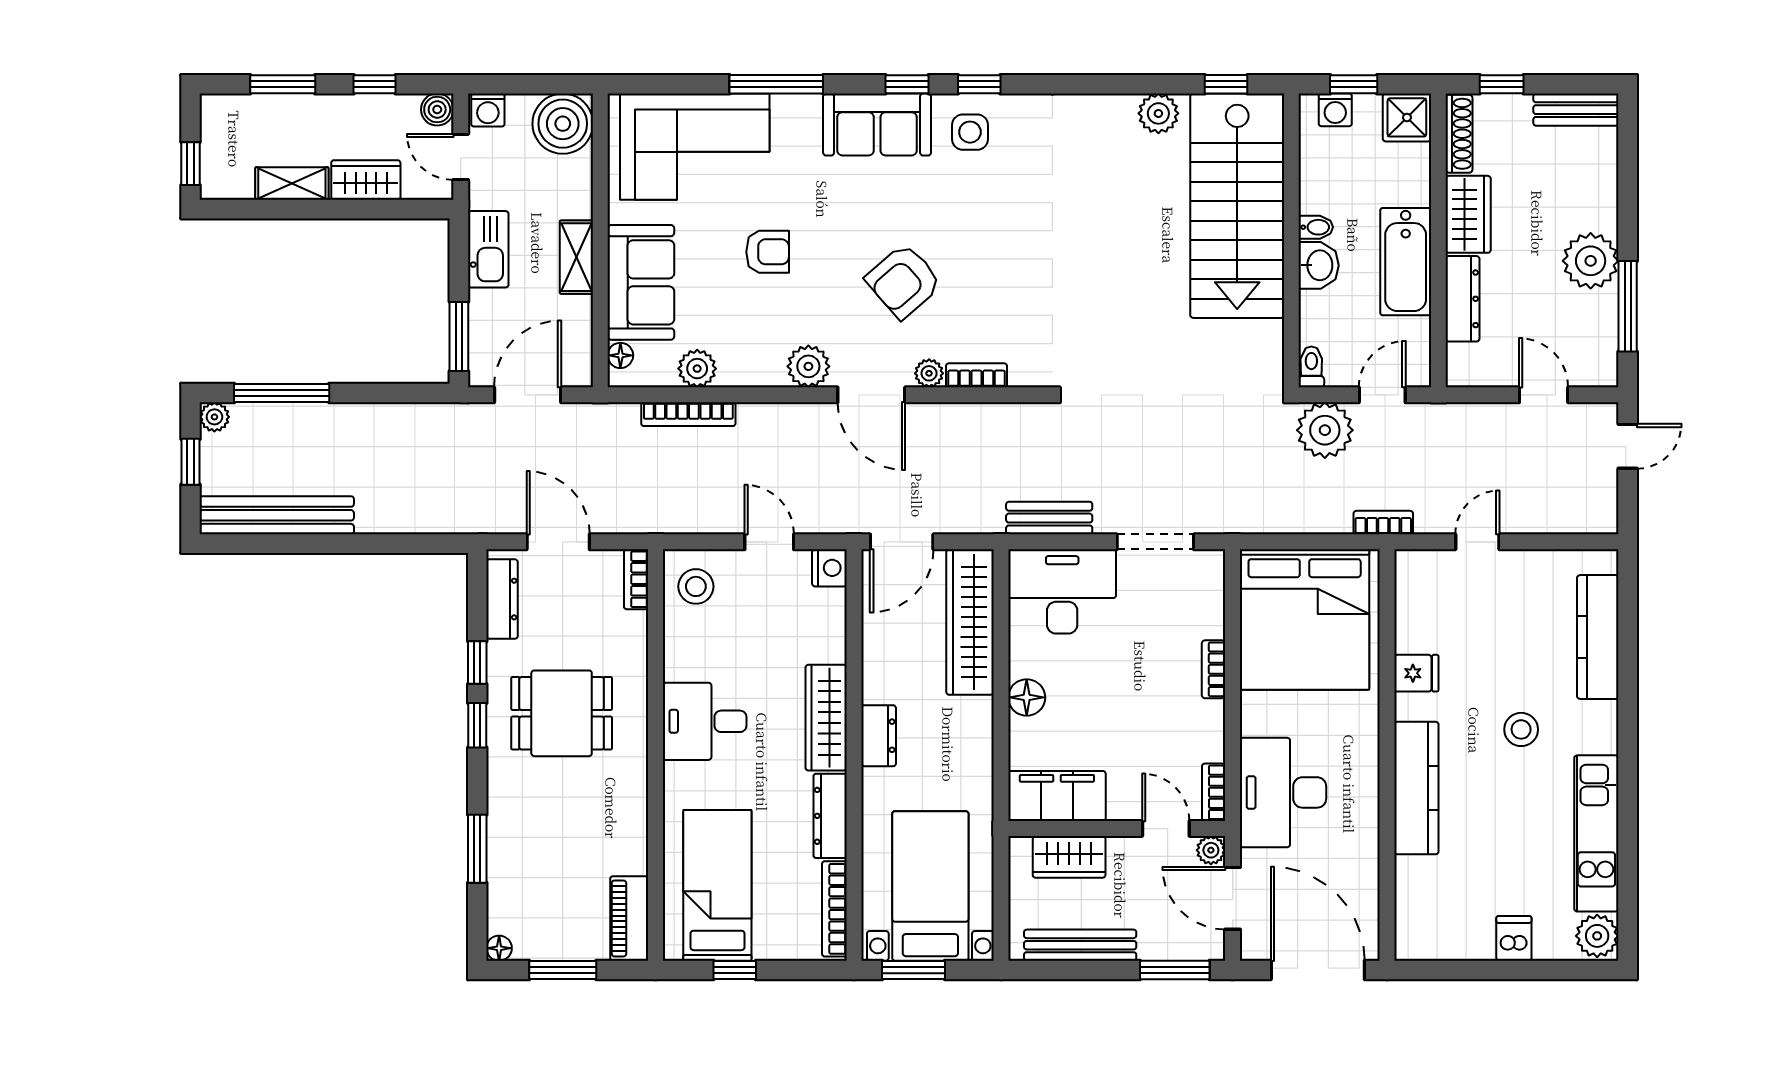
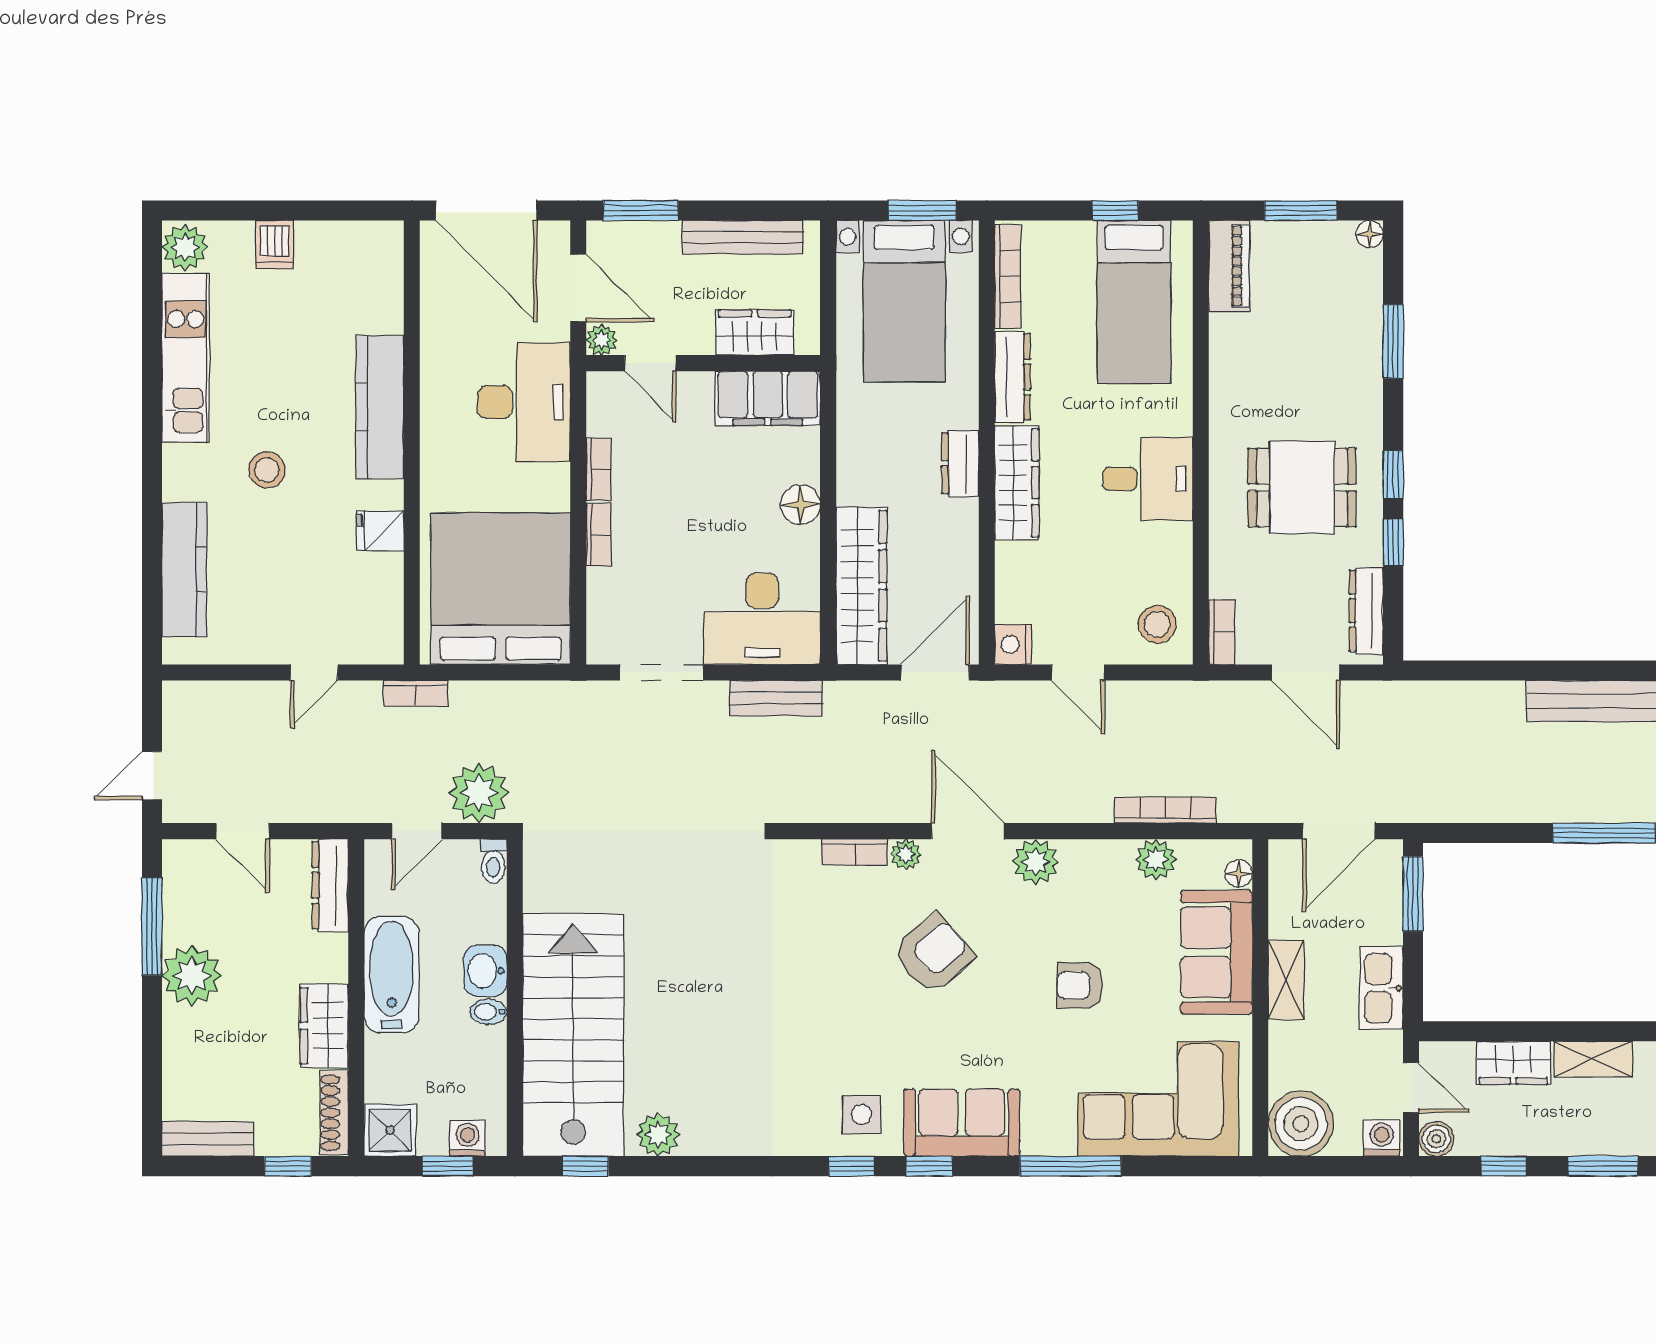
dresser: (1463, 299) -> (330, 885), moved
bookcase: (1214, 792) -> (599, 469), moved

